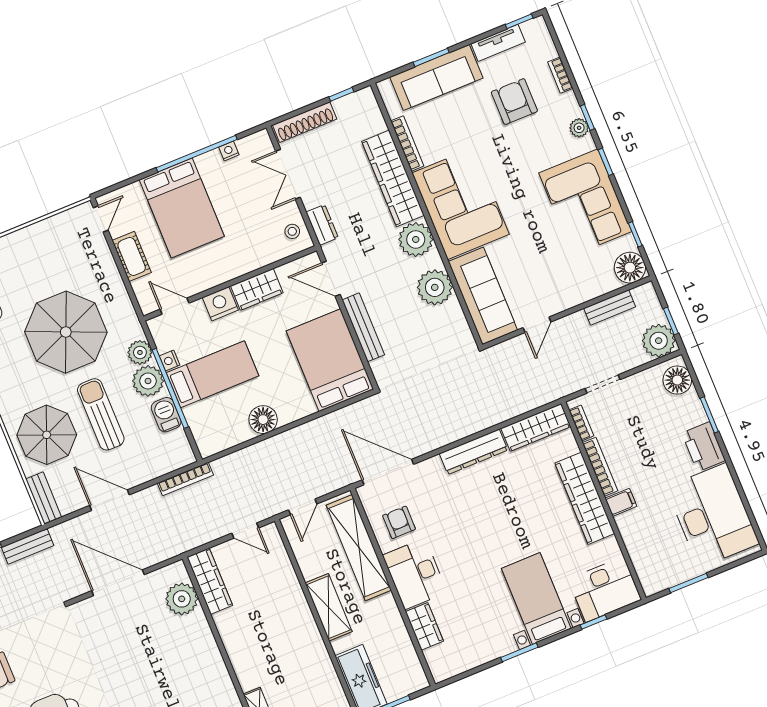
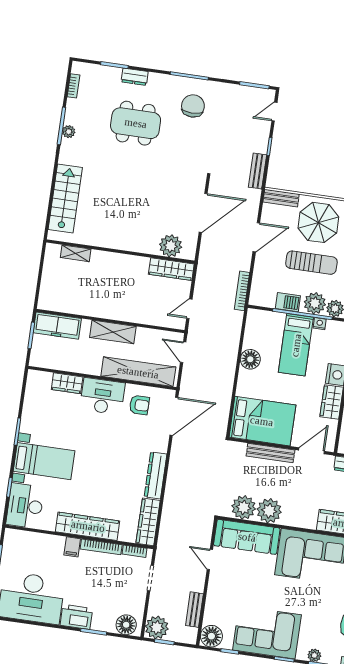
plant: (416, 239) -> (244, 507), moved

